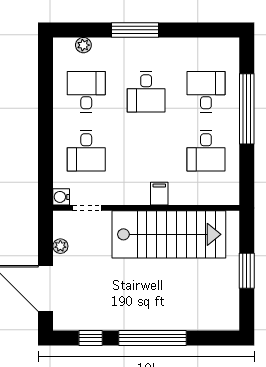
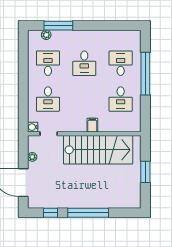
window: (135, 30) -> (58, 26), moved

